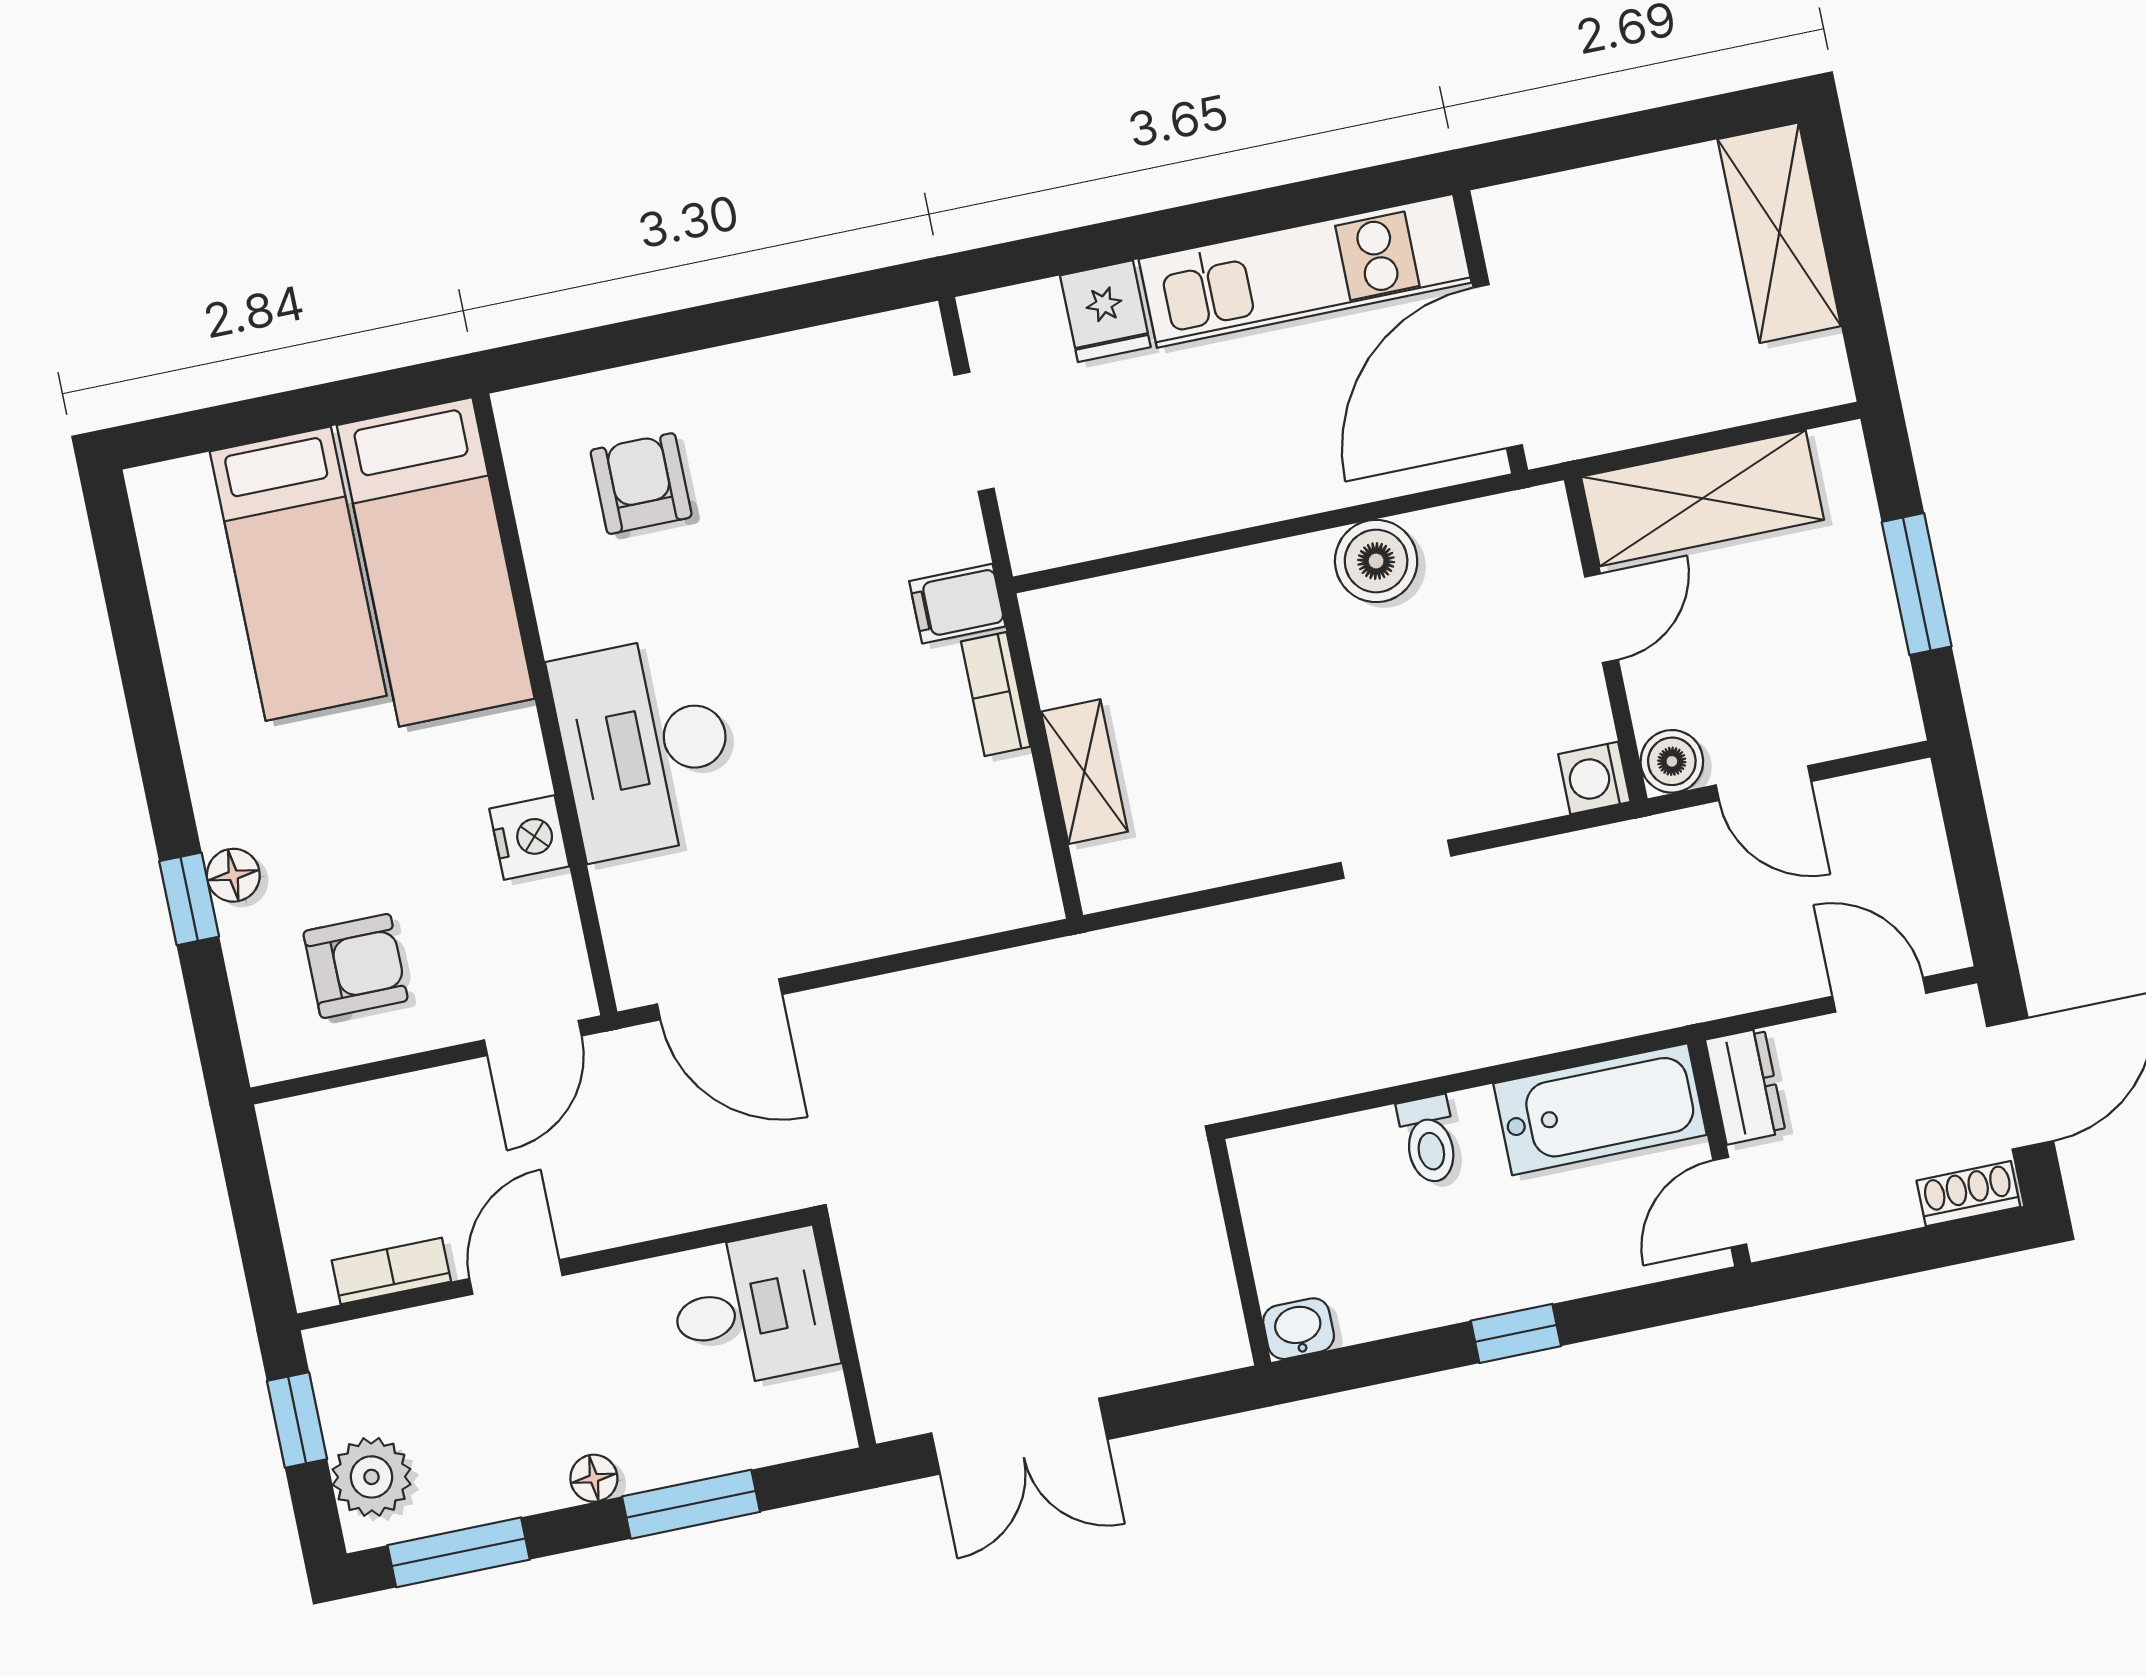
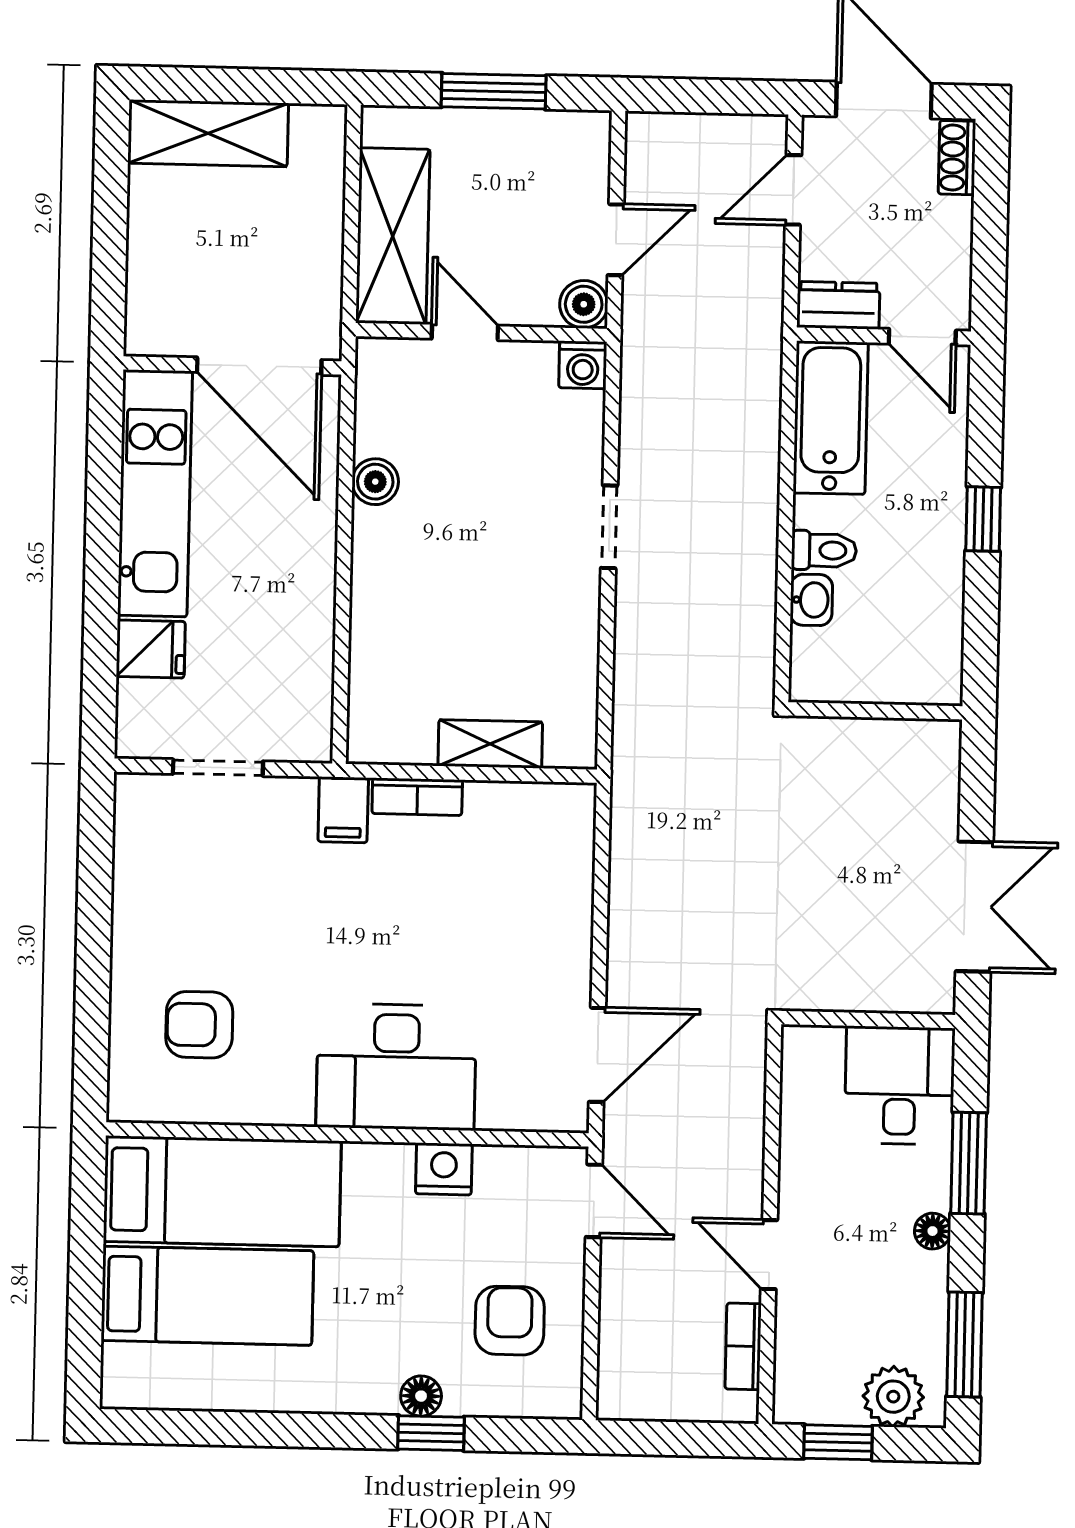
boiler: (1376, 561) -> (375, 482), width x0.73, depth x0.73
desk: (752, 1309) -> (900, 1085), moved
washbasin: (1299, 1329) -> (811, 600), moved, turned 180

